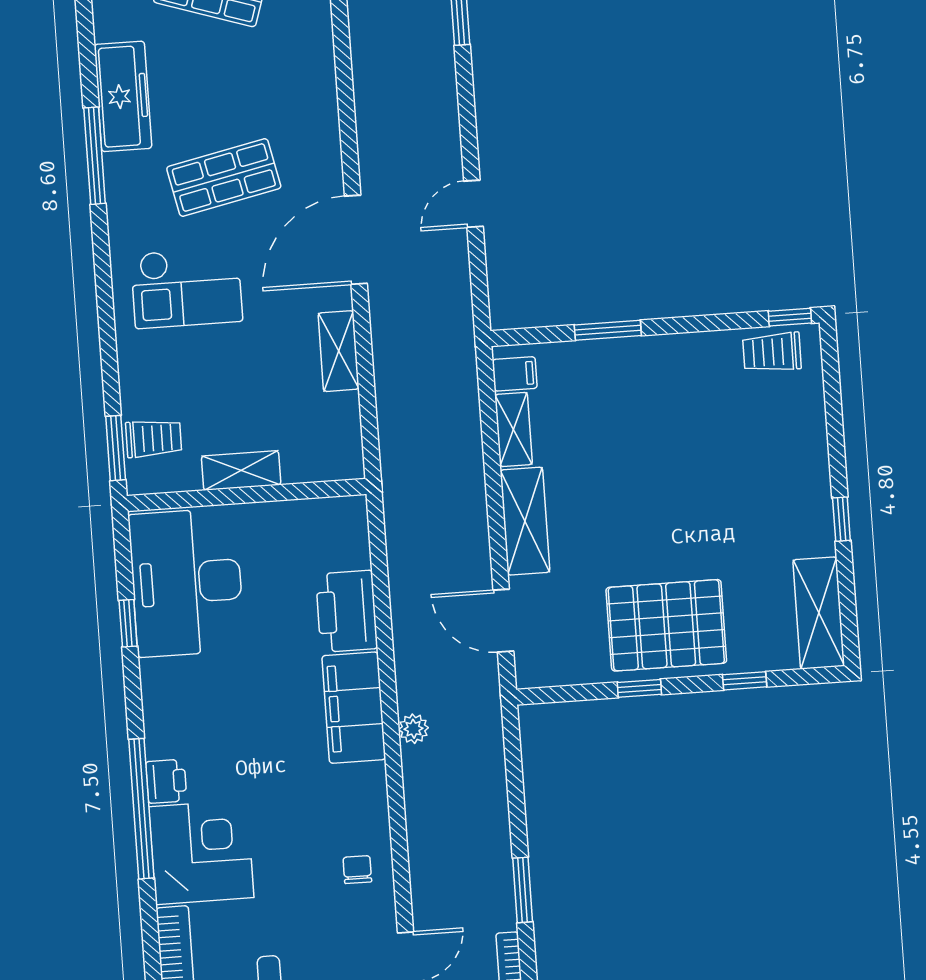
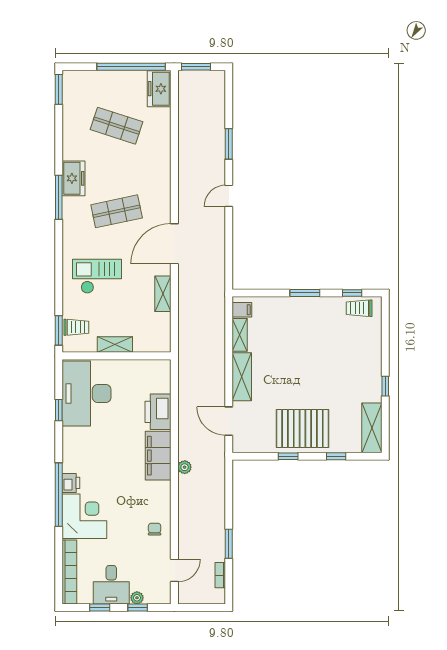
freezer: (123, 96) -> (73, 178), width x0.71
door: (473, 204) -> (229, 196), moved
checkout: (187, 288) -> (97, 276), moved, turned 180
window: (790, 317) -> (352, 293), moved
window: (608, 330) -> (305, 293), moved

